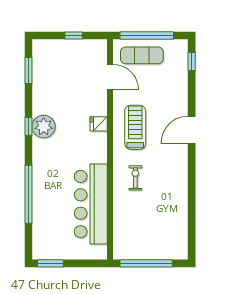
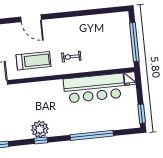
fridge: (99, 124) -> (130, 79), moved
treadmill: (135, 127) -> (33, 61), turned 180

